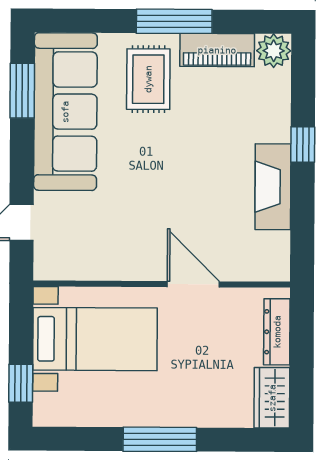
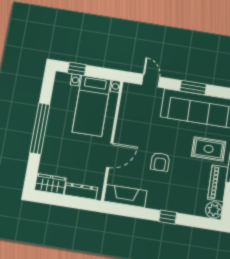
window: (22, 91) -> (193, 87), moved
armchair: (191, 177) -> (160, 162), added
fireplace: (273, 187) -> (125, 196), moved
window: (160, 439) -> (40, 128), width x1.46

